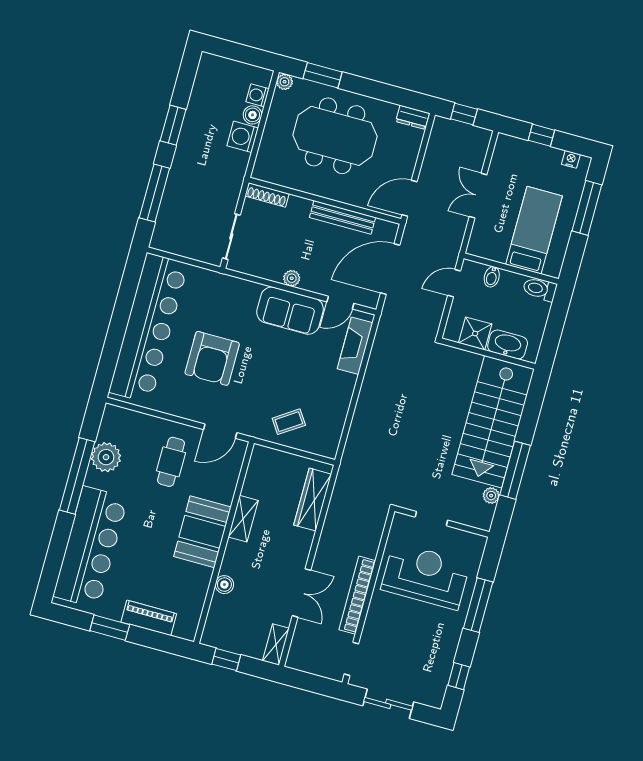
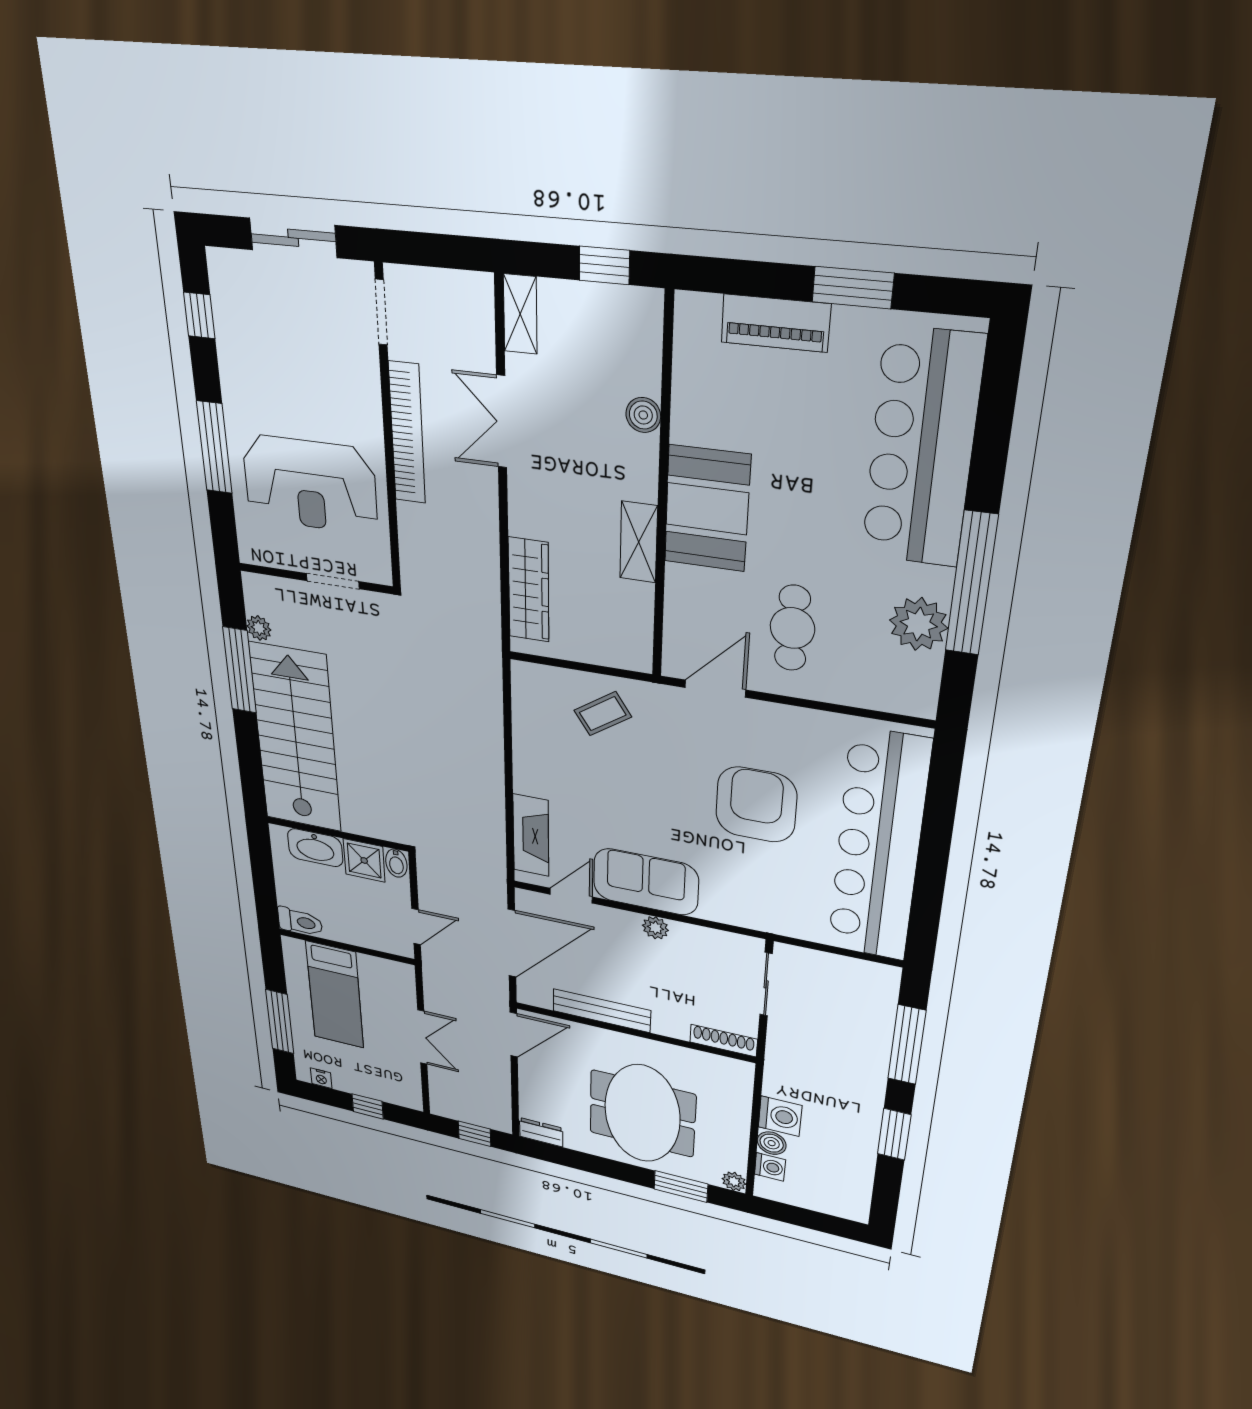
meeting table: (335, 136) -> (642, 1114), turned 90
bidet: (492, 277) -> (396, 863), moved, turned 180

